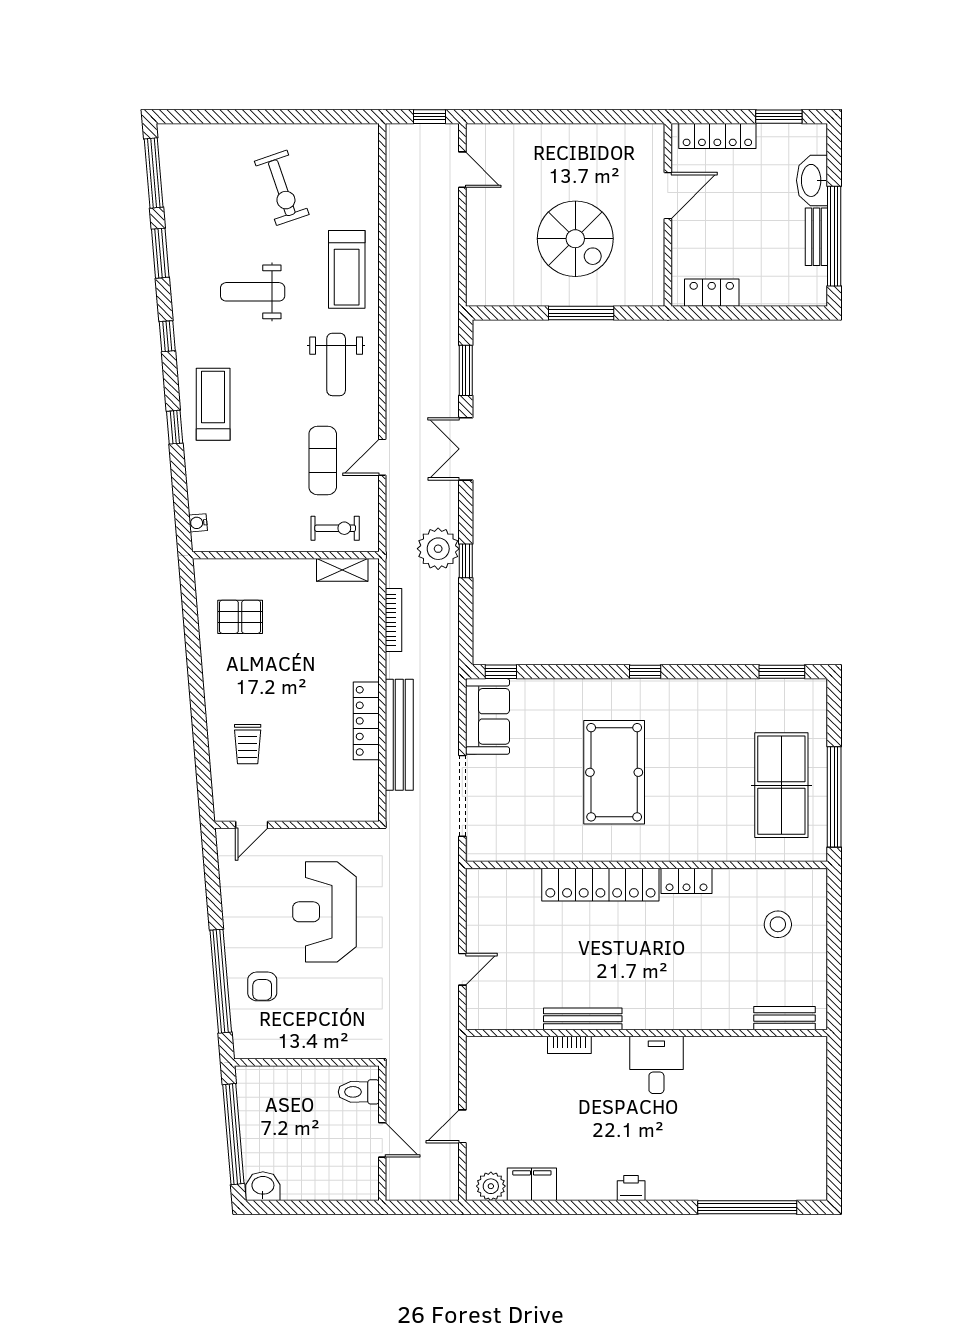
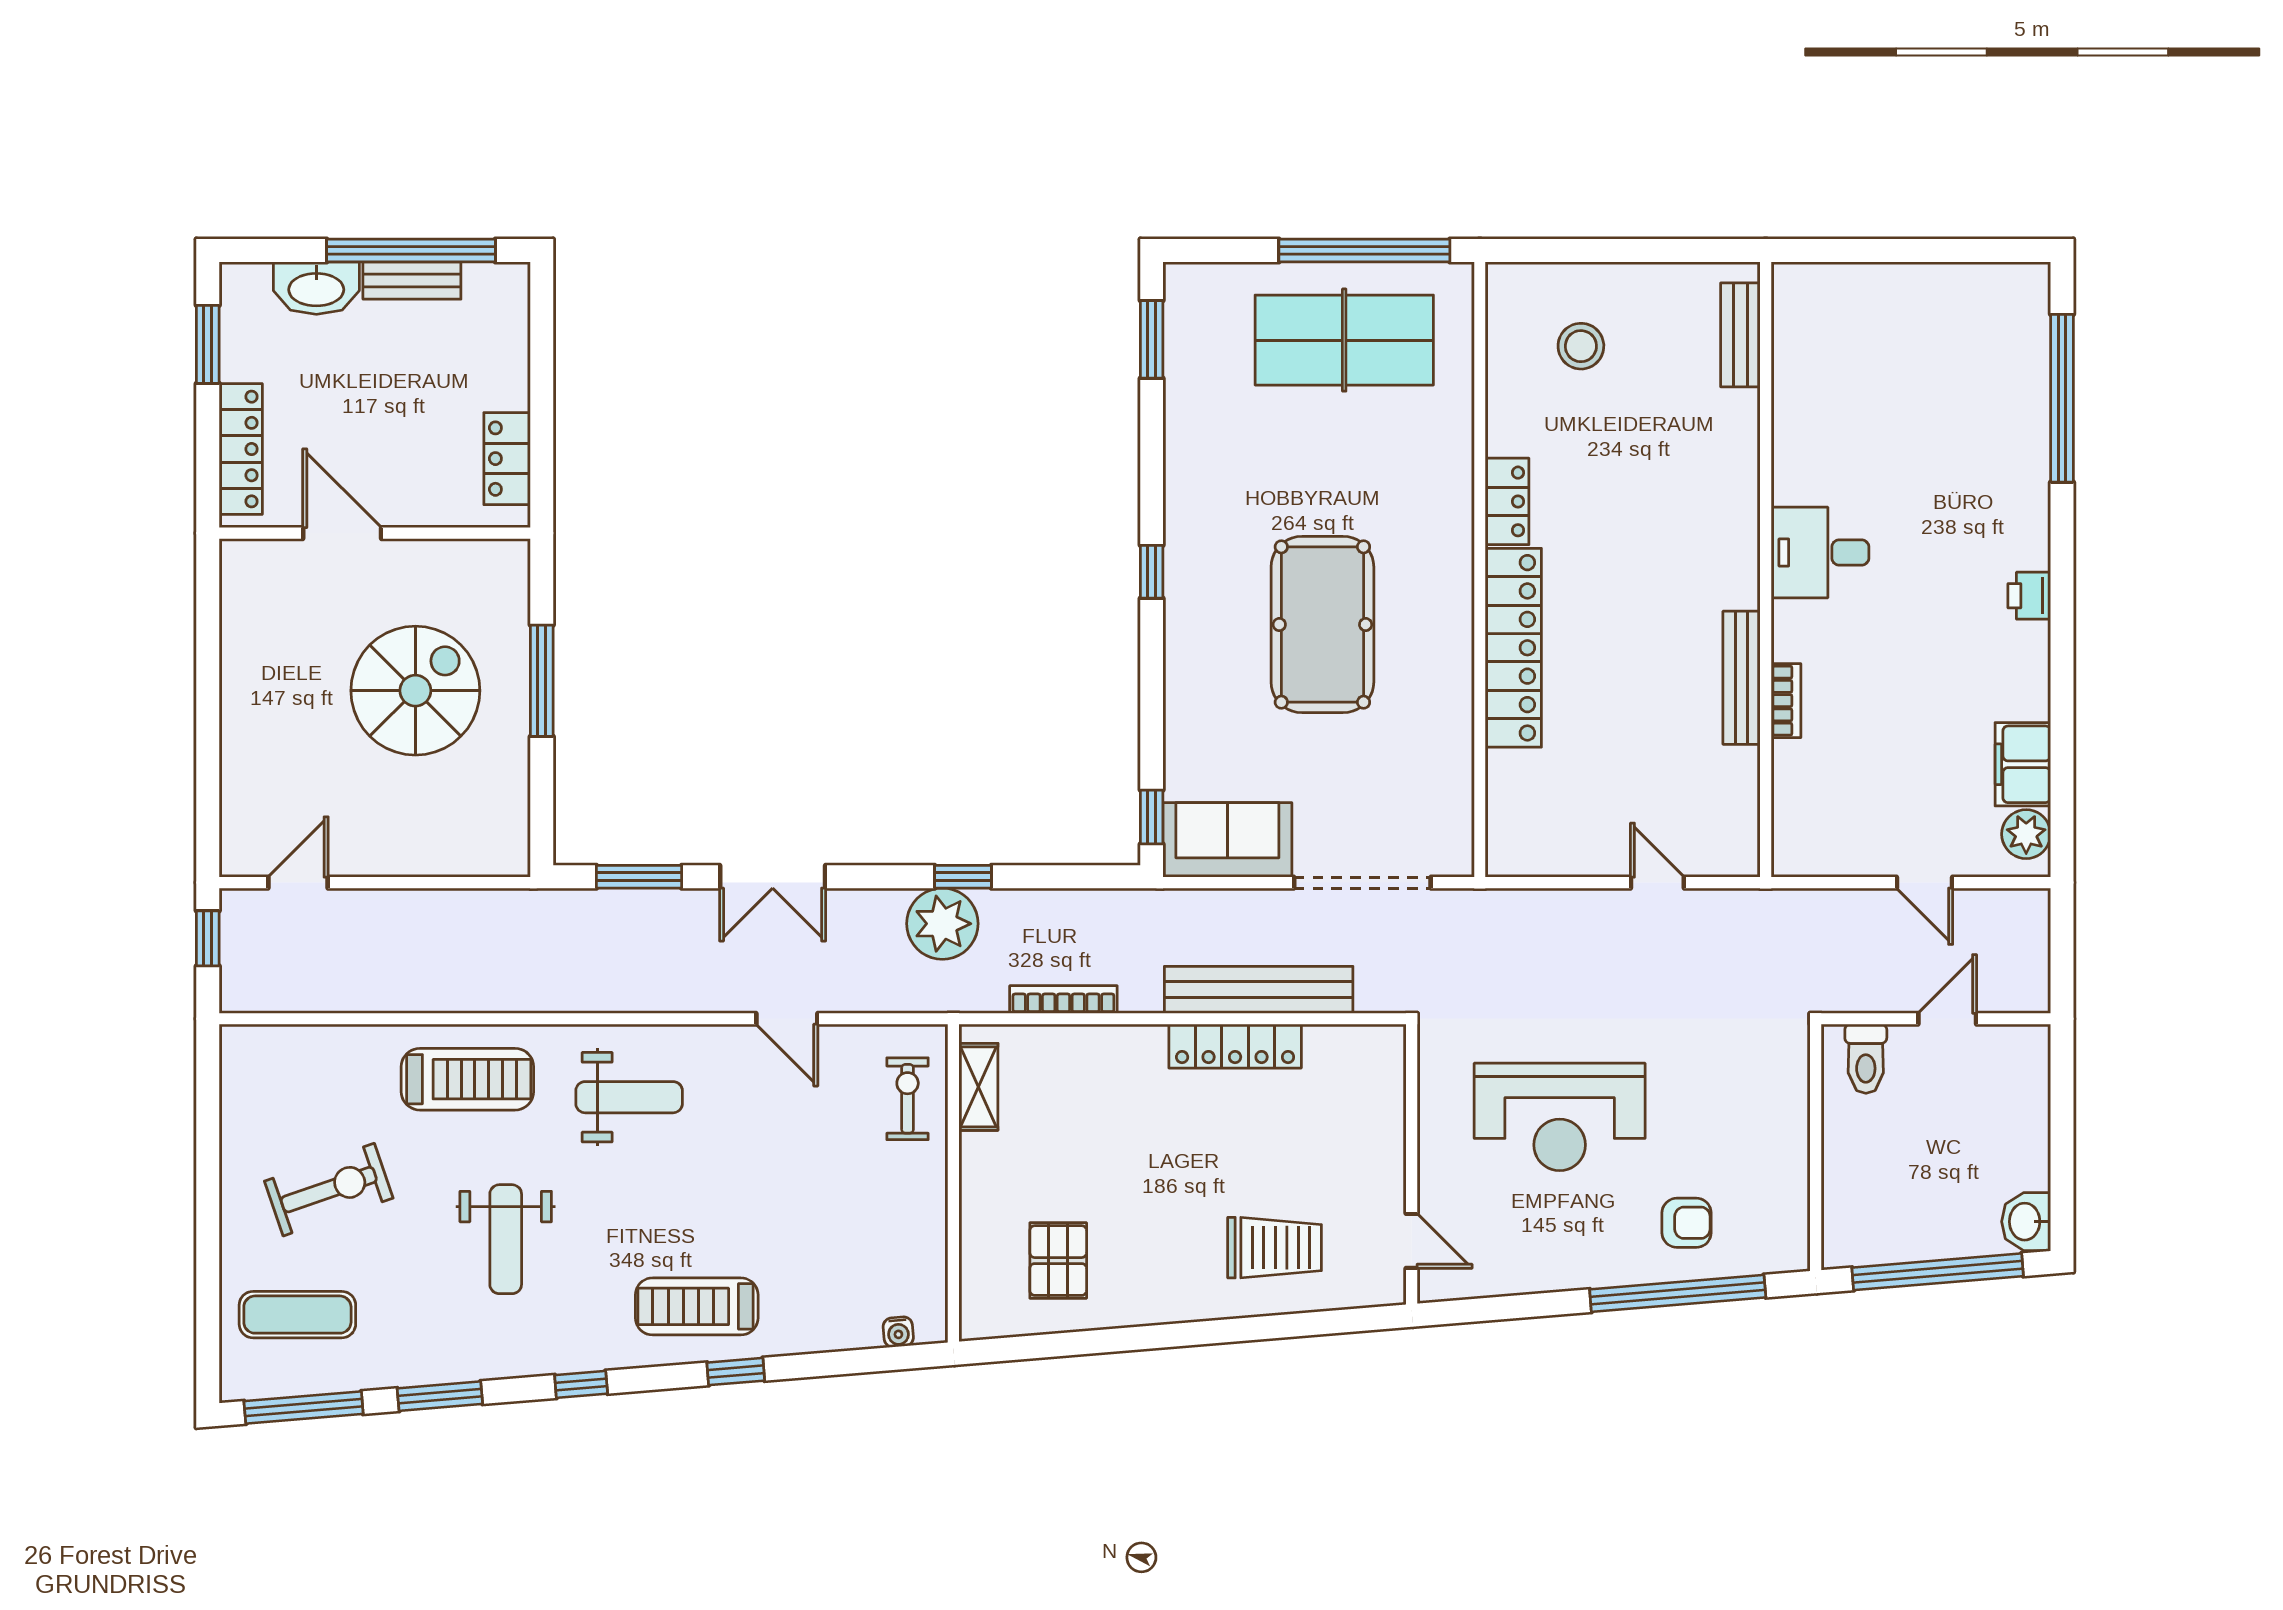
exercise mat: (323, 460) -> (297, 1315), moved
trolley: (248, 744) -> (1275, 1248), width x1.36, depth x1.39
pool table: (614, 772) -> (1322, 625), turned 90

